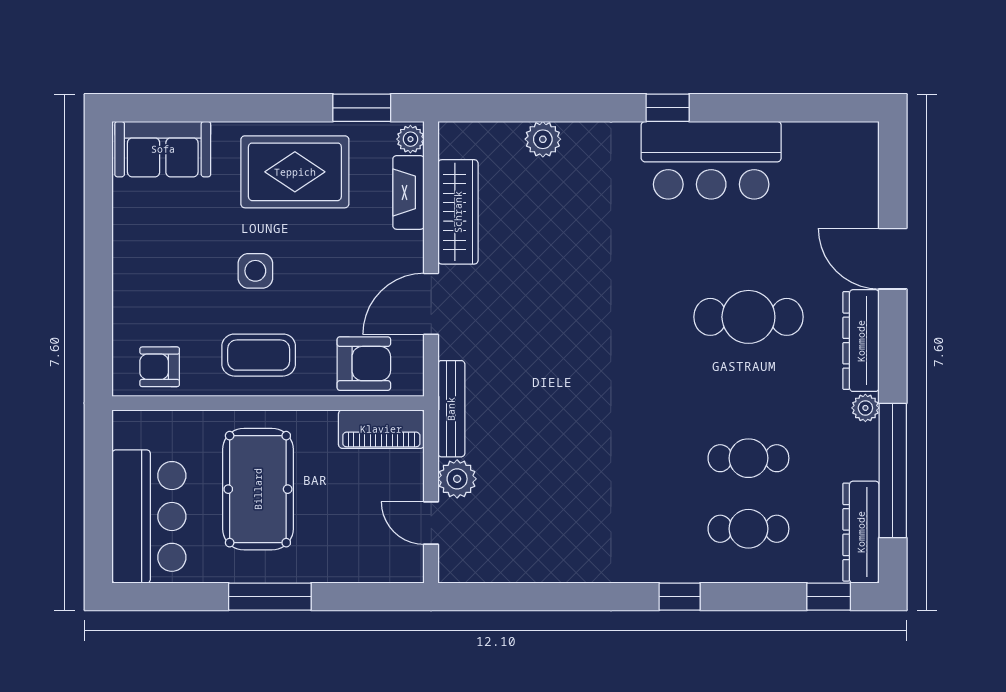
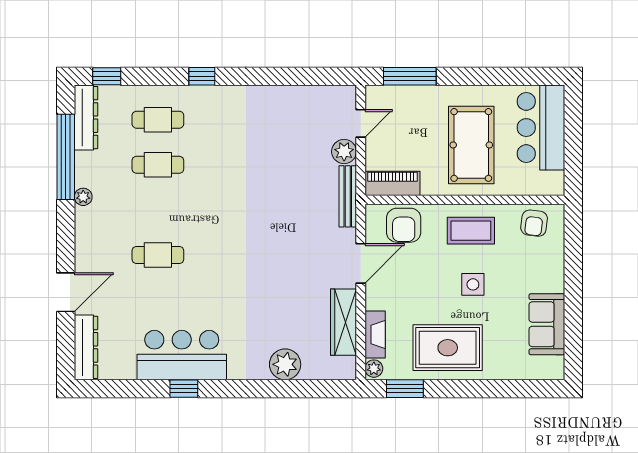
window: (668, 108) -> (184, 389), moved
plant: (543, 139) -> (285, 364), width x1.36, depth x1.36
sofa: (163, 149) -> (547, 324), moved, turned -90
door: (893, 259) -> (66, 292), hinge flipped
cafe table: (748, 317) -> (158, 255), width x0.73, depth x0.74
dresser: (861, 341) -> (86, 347), moved
armchair: (364, 364) -> (404, 225), turned -90
armchair: (160, 367) -> (534, 223), turned 97
door: (431, 523) -> (361, 123), hinge flipped
window: (270, 597) -> (410, 76), moved

